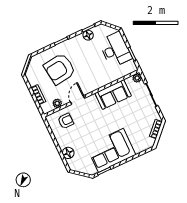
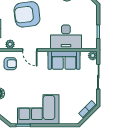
desk: (115, 50) -> (66, 37), moved, turned 90
door: (78, 100) -> (30, 50), swing flipped

